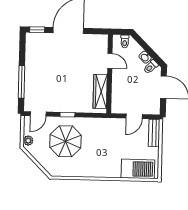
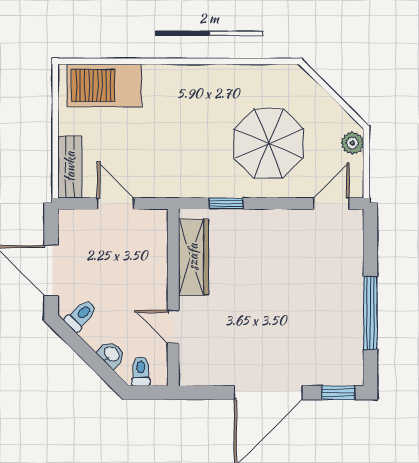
washbasin: (145, 57) -> (111, 354), moved
window: (22, 82) -> (370, 313), moved
window: (67, 115) -> (226, 204), moved
door: (134, 116) -> (116, 204), hinge flipped

